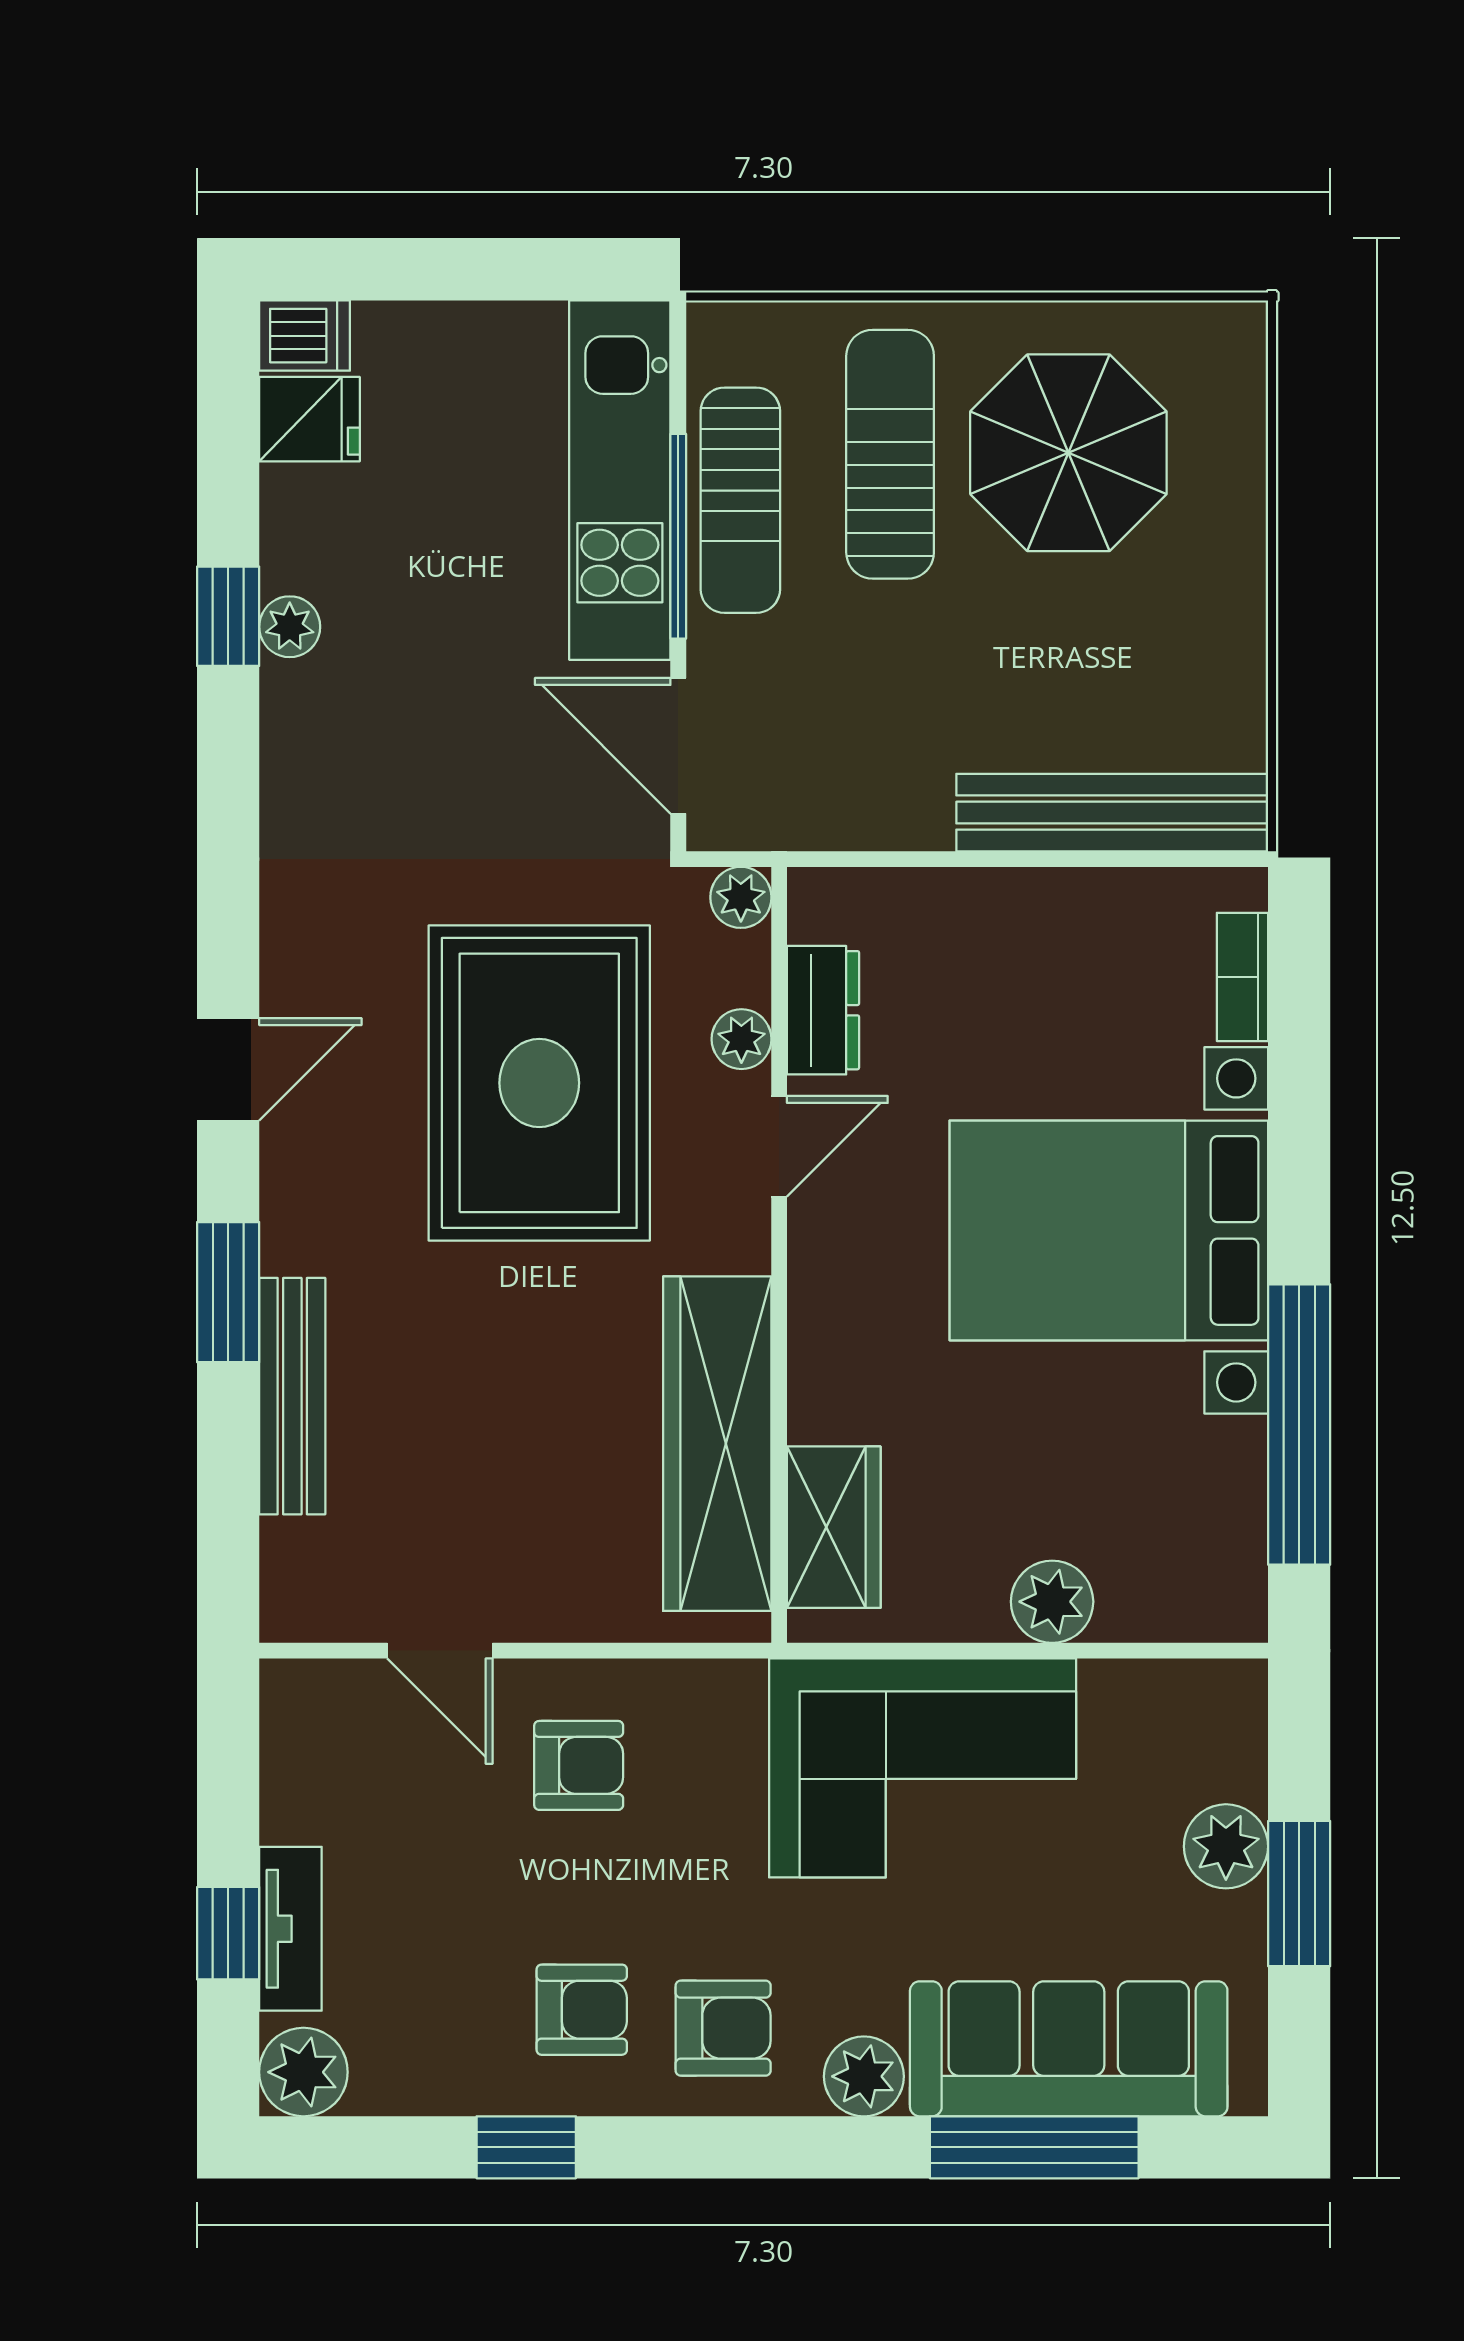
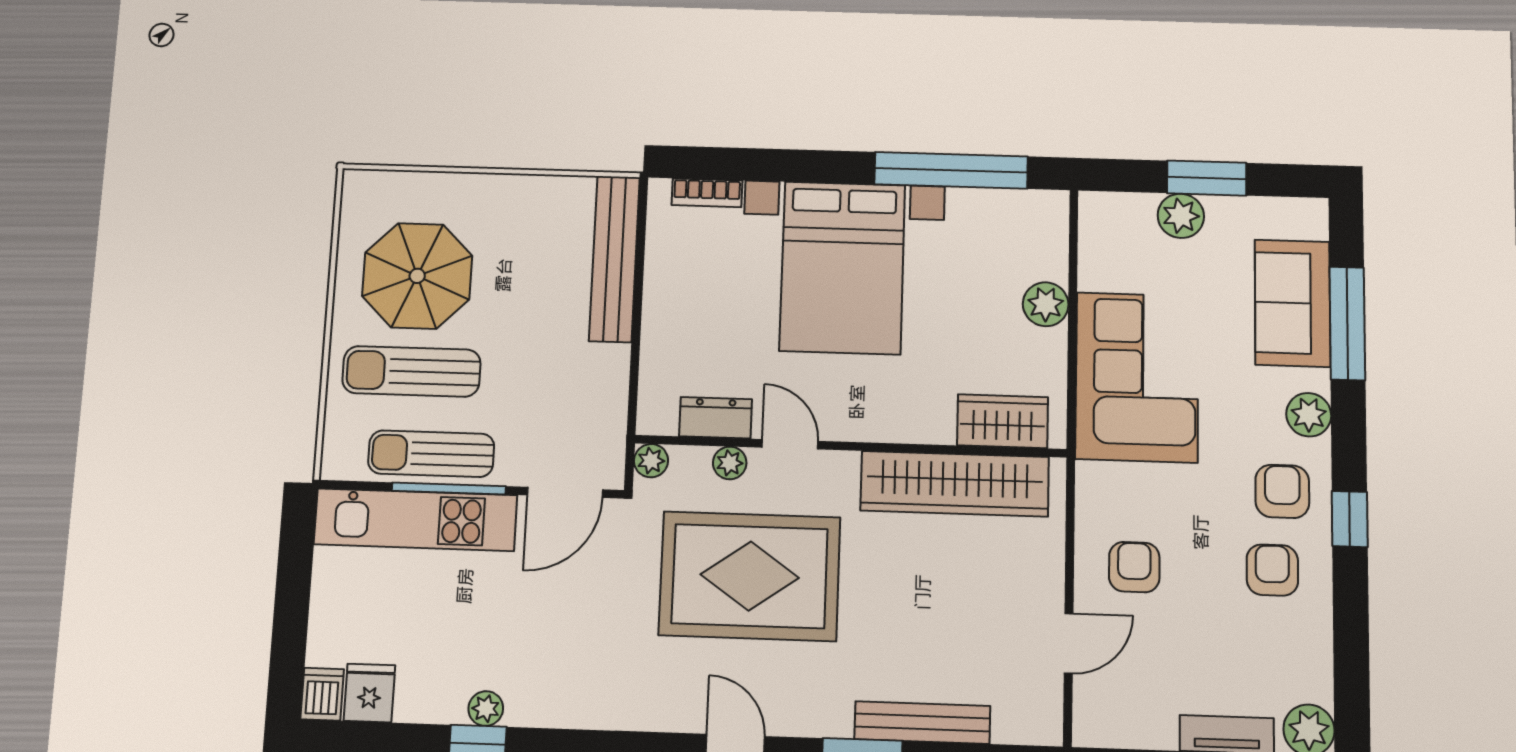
sun lounger: (740, 500) -> (431, 454), turned 180
sofa: (1069, 2049) -> (1293, 303), width x0.73
window: (526, 2147) -> (1350, 519), moved

